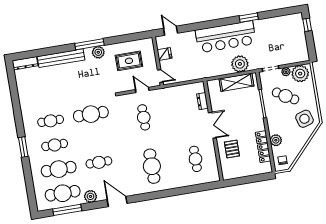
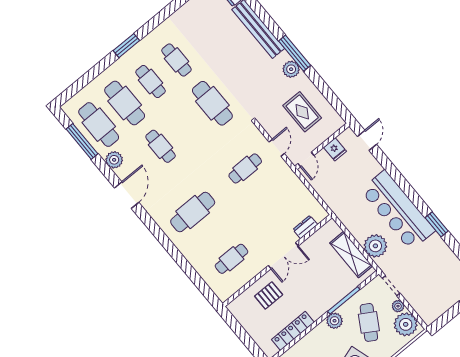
plant: (276, 140) -> (335, 321), moved

